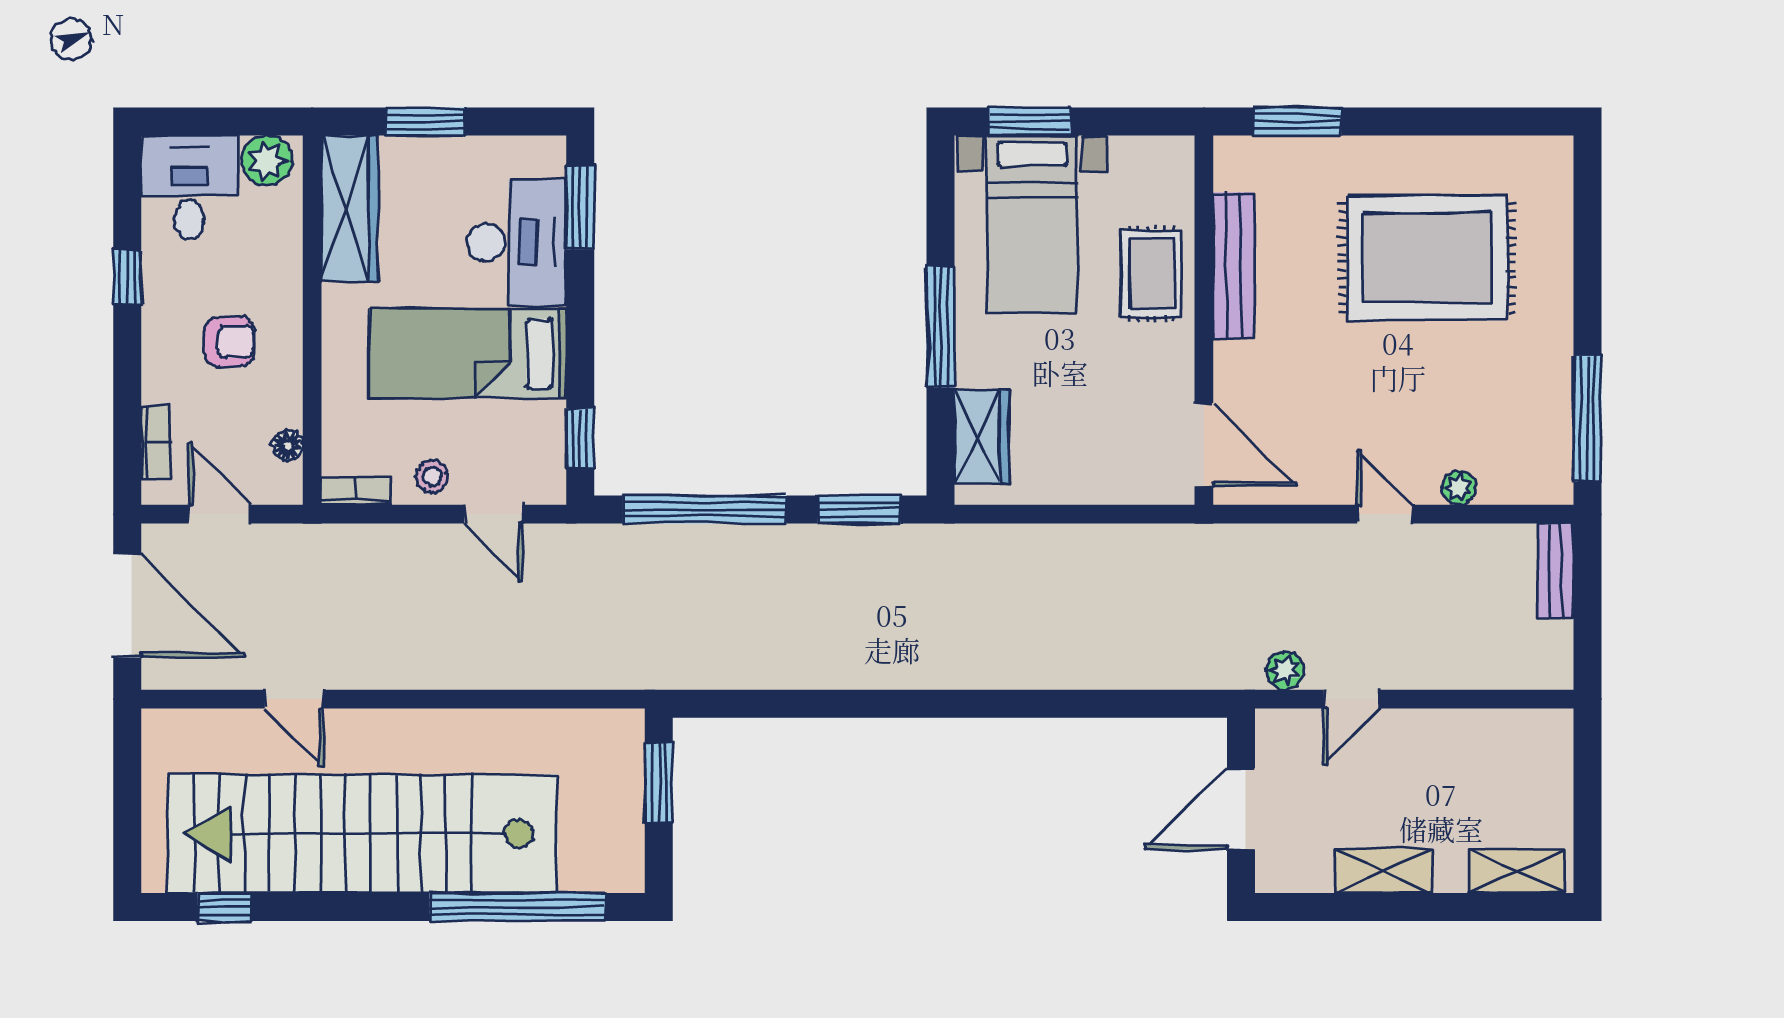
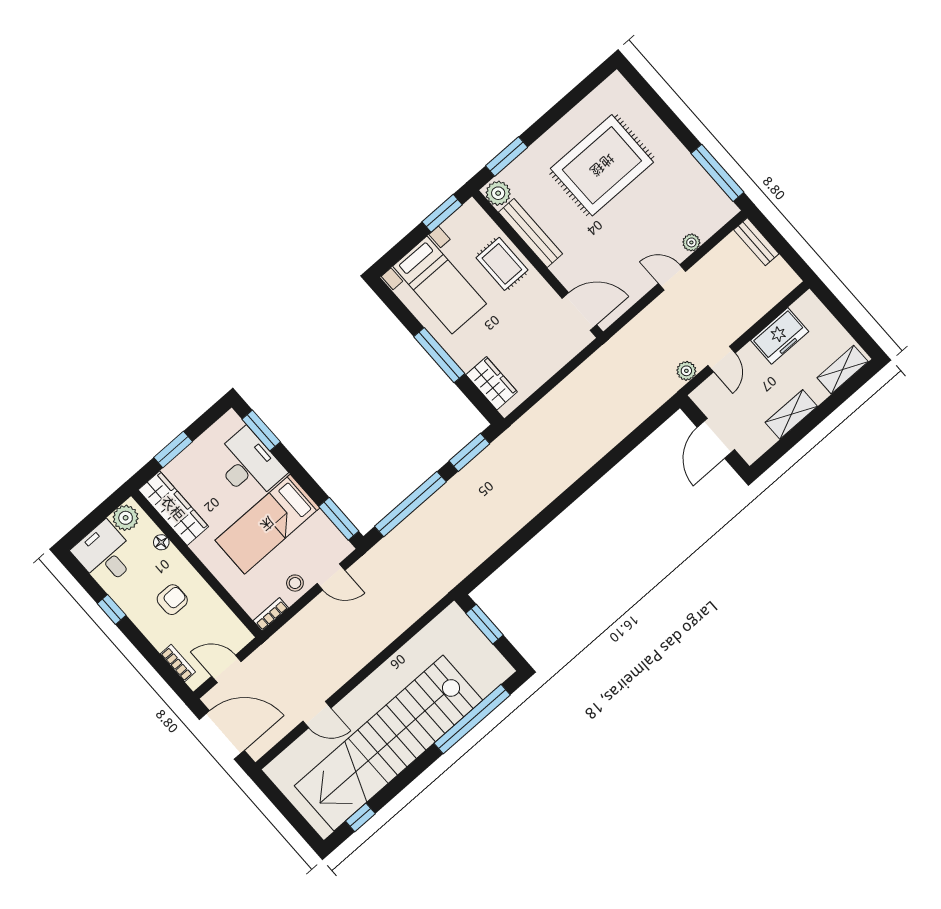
window: (1030, 121) -> (442, 213), moved
plant: (1237, 165) -> (498, 193), added
window: (580, 438) -> (339, 519), width x1.50
floor lamp: (288, 445) -> (161, 542), moved
freezer: (1468, 740) -> (780, 336), added

